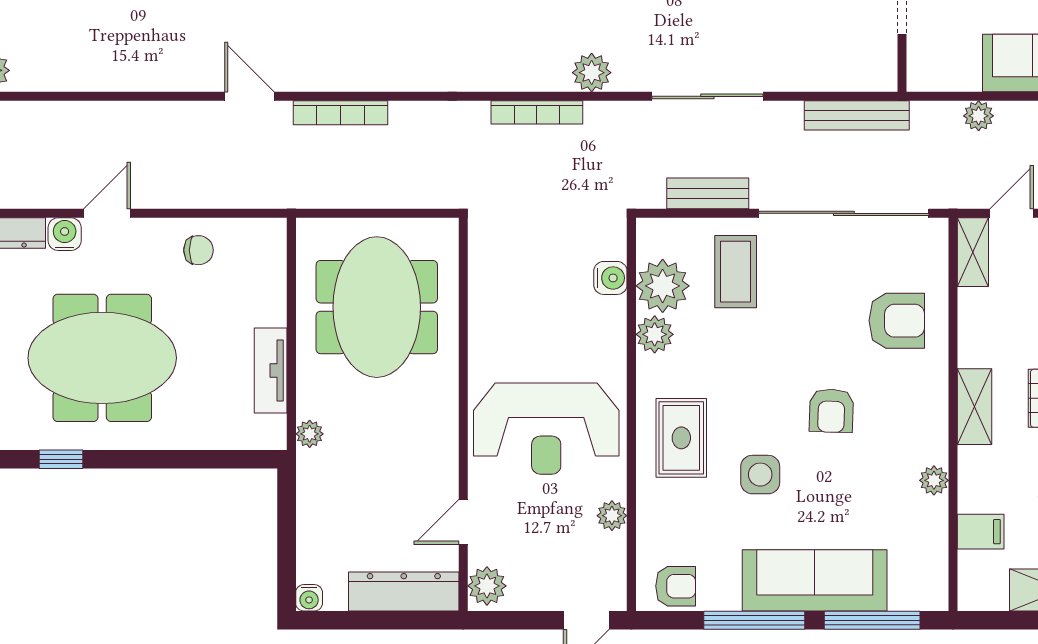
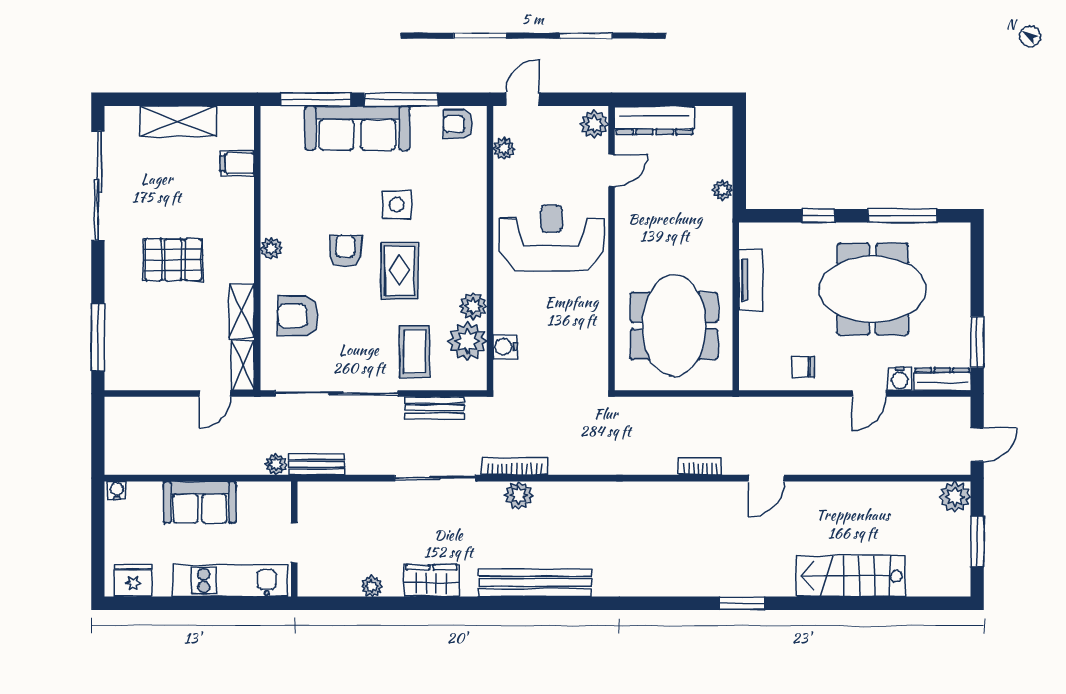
door: (249, 96) -> (766, 478), hinge flipped
bookcase: (537, 112) -> (515, 467), moved
bookcase: (340, 113) -> (700, 466), width x0.64
bench: (857, 115) -> (317, 464), width x0.73
plant: (979, 116) -> (276, 464), moved
shelving: (975, 407) -> (242, 311), moved
plant: (310, 434) -> (723, 190), moved
rug: (681, 438) -> (399, 271), moved
window: (61, 459) -> (902, 216), width x2.17
window: (177, 459) -> (818, 216), added
plant: (934, 480) -> (271, 248), moved
plant: (612, 516) -> (504, 149), moved
water cooler: (309, 598) -> (723, 116), removed

